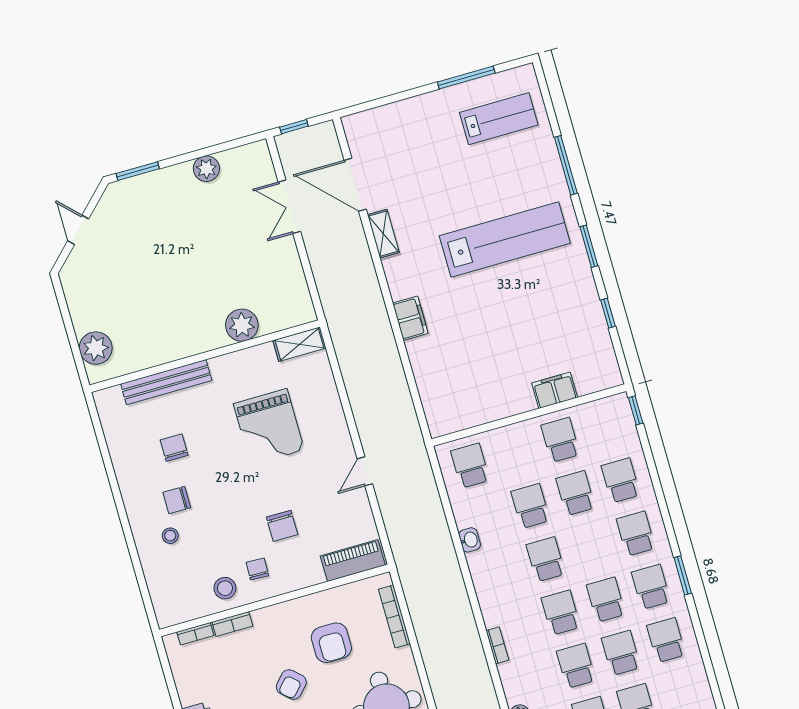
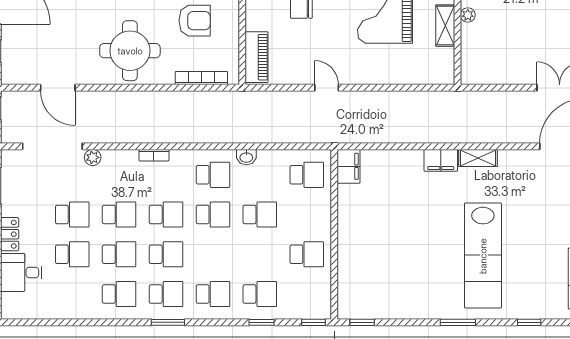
window: (566, 165) -> (529, 322), width x0.46
shelving: (383, 234) -> (478, 158), moved
window: (608, 313) -> (362, 322), moved
plant: (242, 325) -> (468, 15), width x0.53, depth x0.53
shelving: (300, 344) -> (445, 26), moved
filing cabinet: (555, 390) -> (349, 166), moved
window: (652, 469) -> (262, 322), added
school desk: (576, 493) -> (213, 175), moved
armchair: (331, 643) -> (195, 21), turned 180

